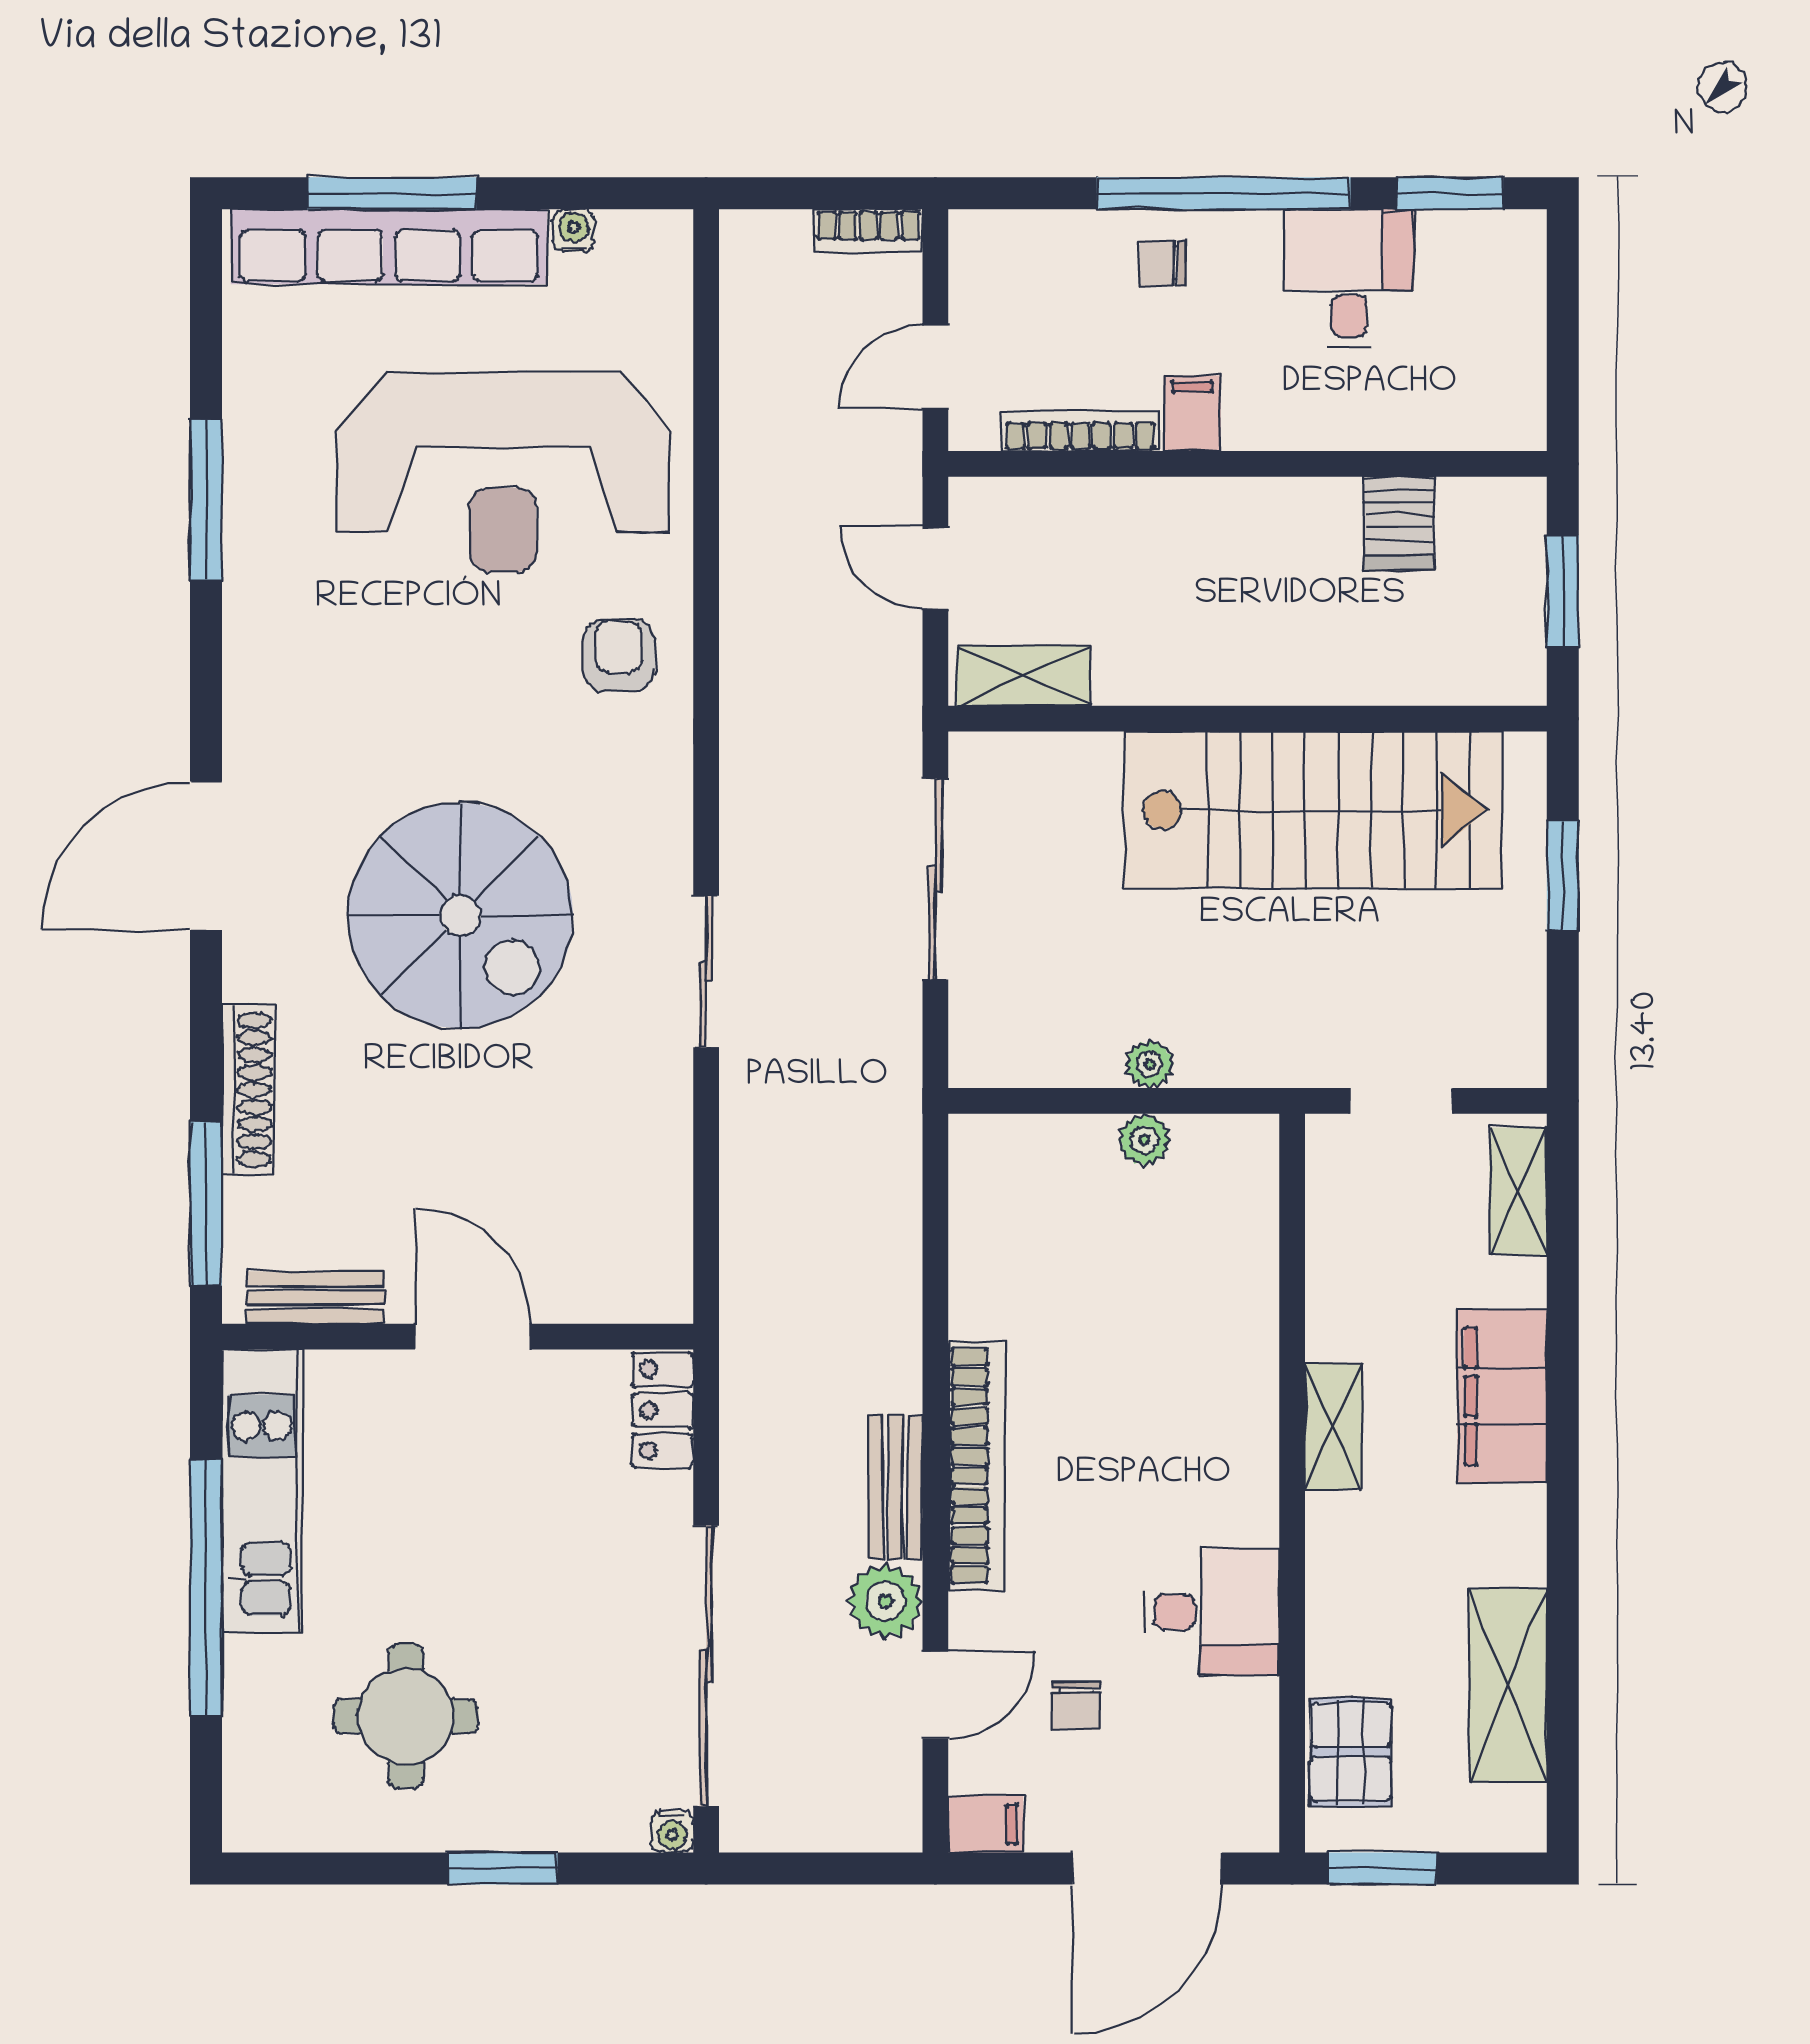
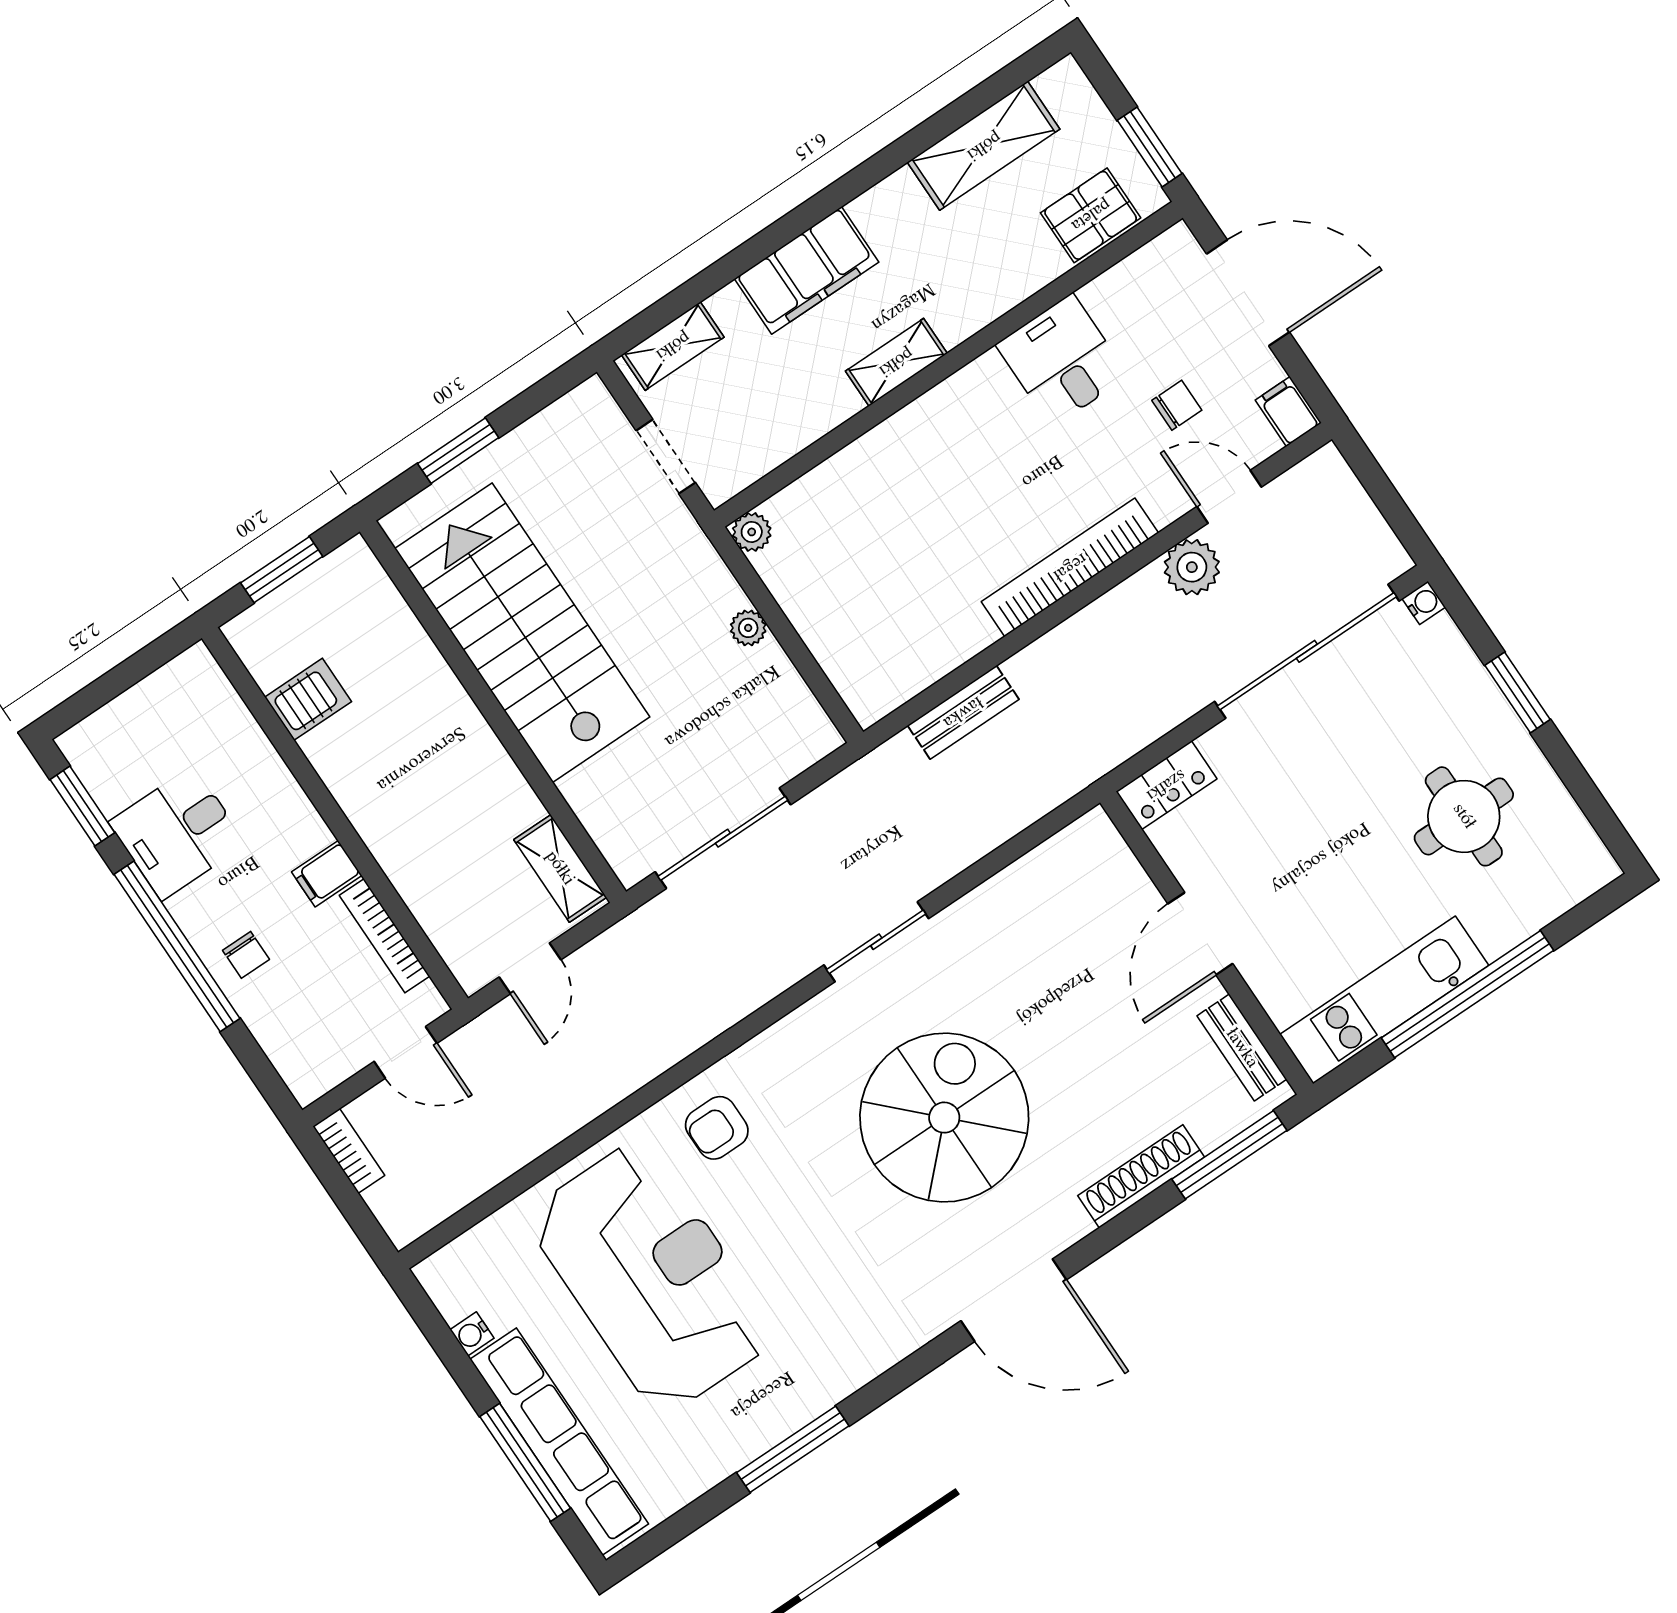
plant: (1144, 1140) -> (752, 532), moved
bench: (895, 1487) -> (963, 712), moved

